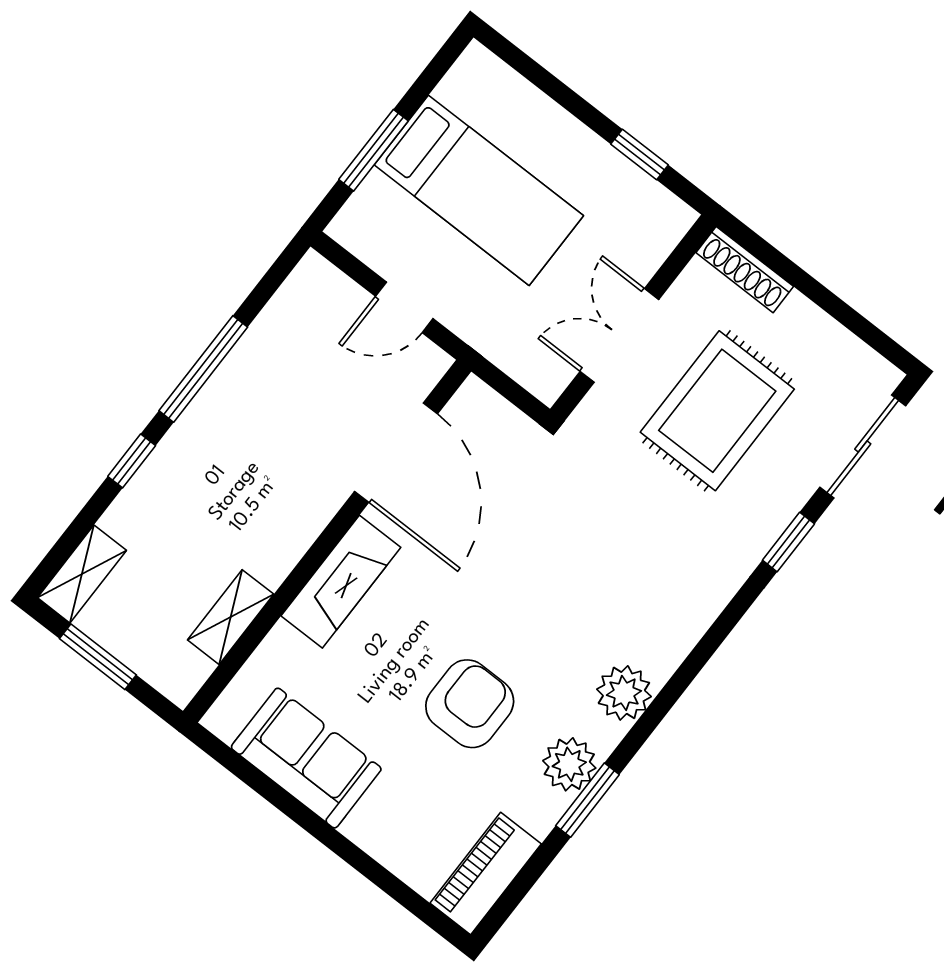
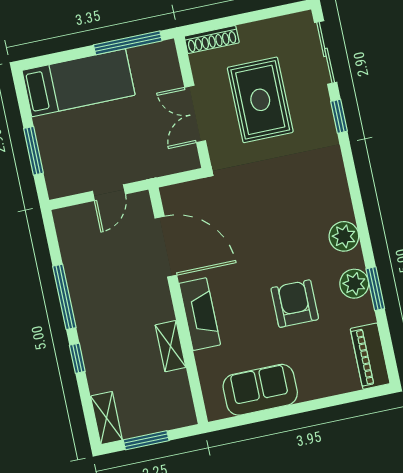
window: (639, 155) -> (128, 43), width x2.17
bed: (479, 190) -> (79, 83), moved
shelving: (231, 617) -> (171, 346), moved

